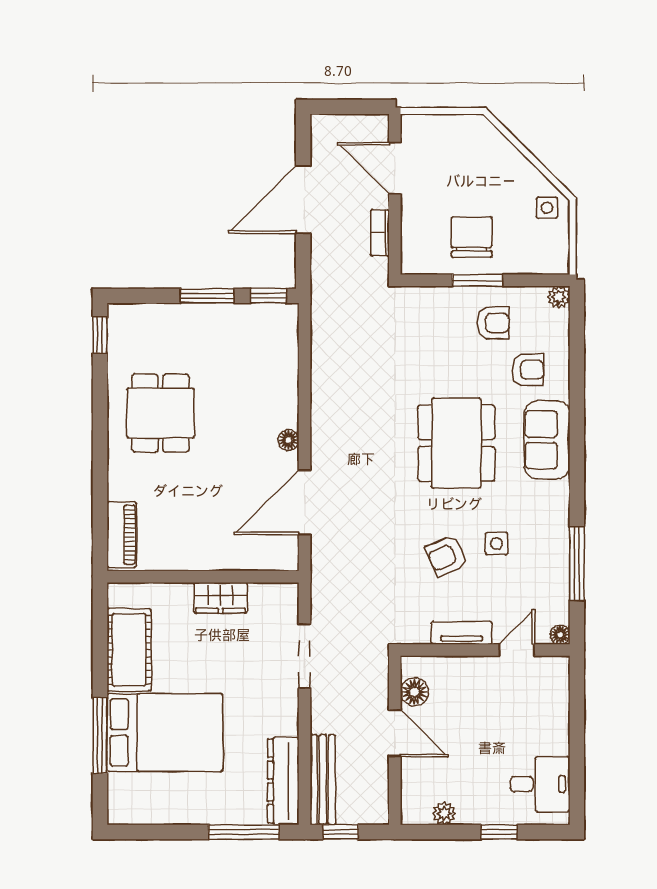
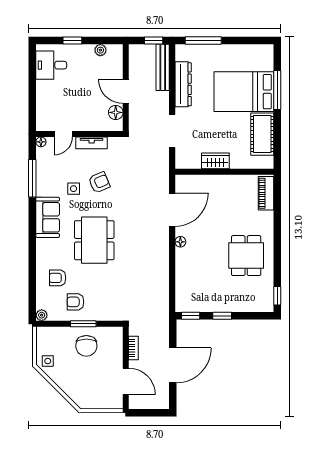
window: (207, 296) -> (222, 316), width x0.67
sofa: (547, 440) -> (48, 217), moved
dresser: (283, 781) -> (183, 84), moved

